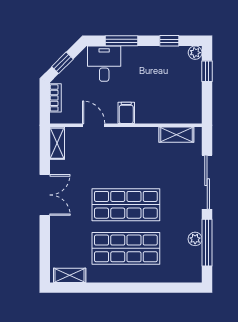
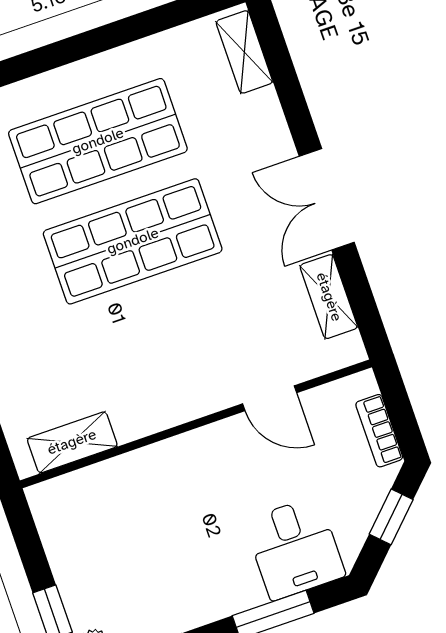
filing cabinet: (126, 113) -> (205, 453), removed
shelving: (57, 143) -> (329, 297), moved
shelving: (70, 275) -> (244, 52), moved, turned 90

